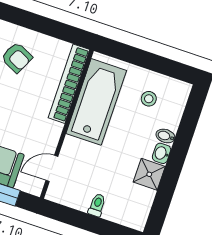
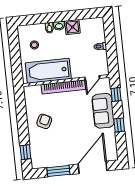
bookcase: (69, 84) -> (63, 87), moved
door: (52, 168) -> (92, 78), hinge flipped

